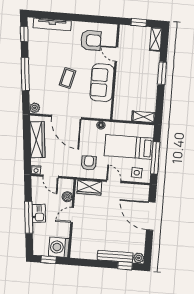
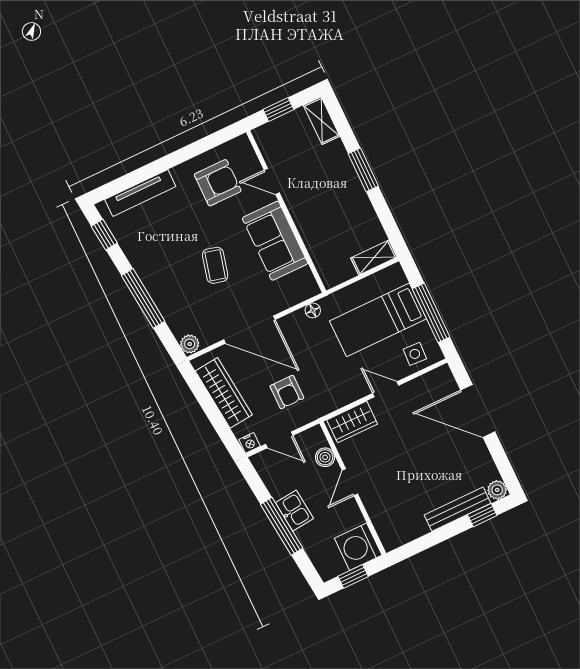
armchair: (89, 163) -> (287, 392), moved, turned 180

